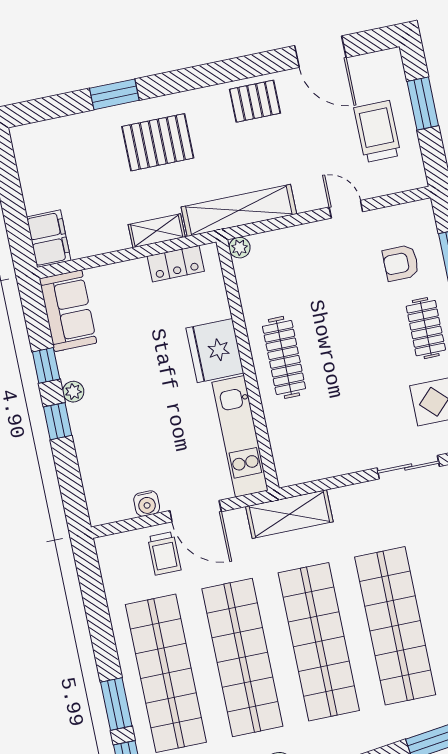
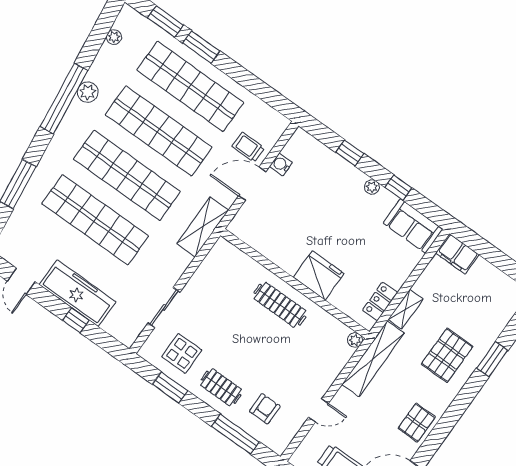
window: (58, 421) -> (350, 153), moved
kitchen unit: (240, 436) -> (265, 243), removed

